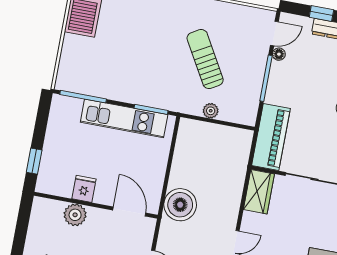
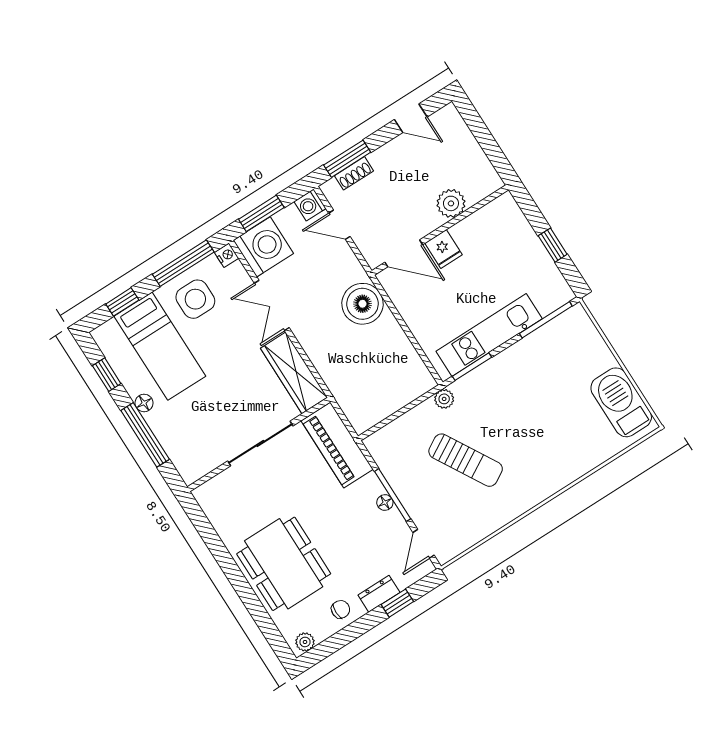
floor lamp: (279, 54) -> (385, 503), moved
plant: (211, 111) -> (444, 399), moved
window: (34, 161) -> (553, 245), moved
fridge: (84, 189) -> (444, 249), moved
wardrobe: (259, 192) -> (294, 373), width x1.50

